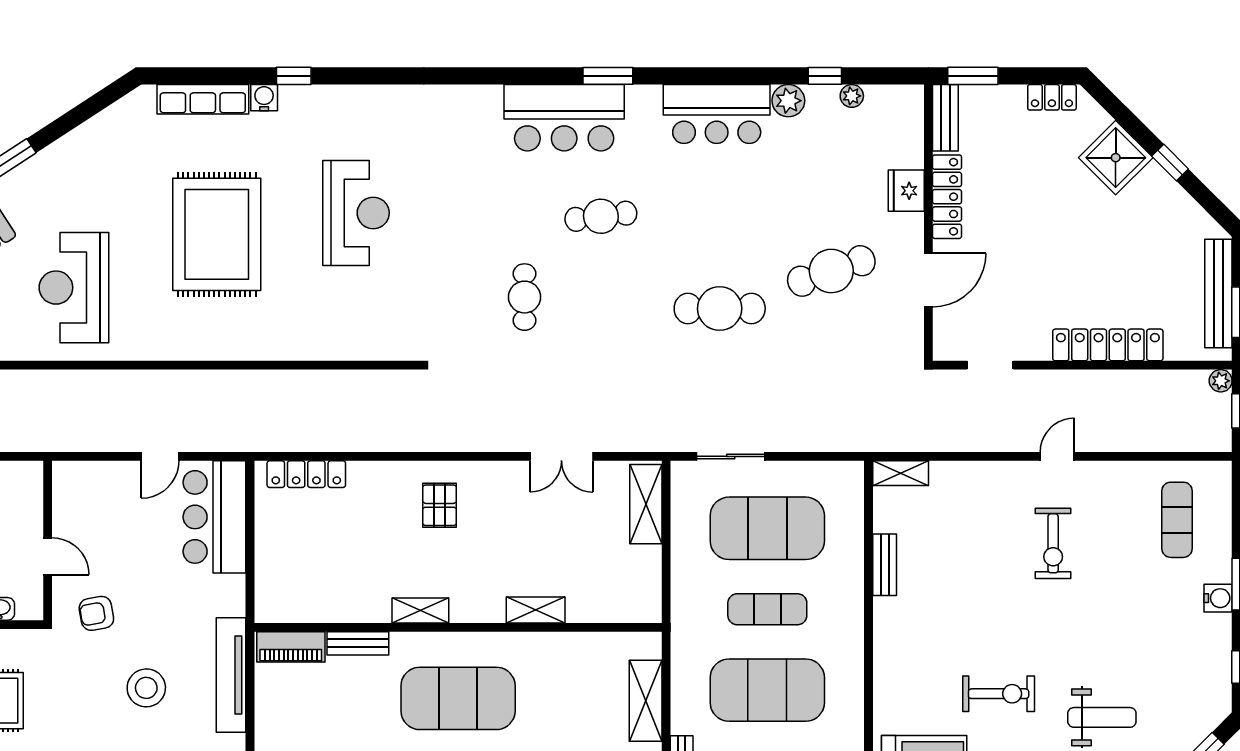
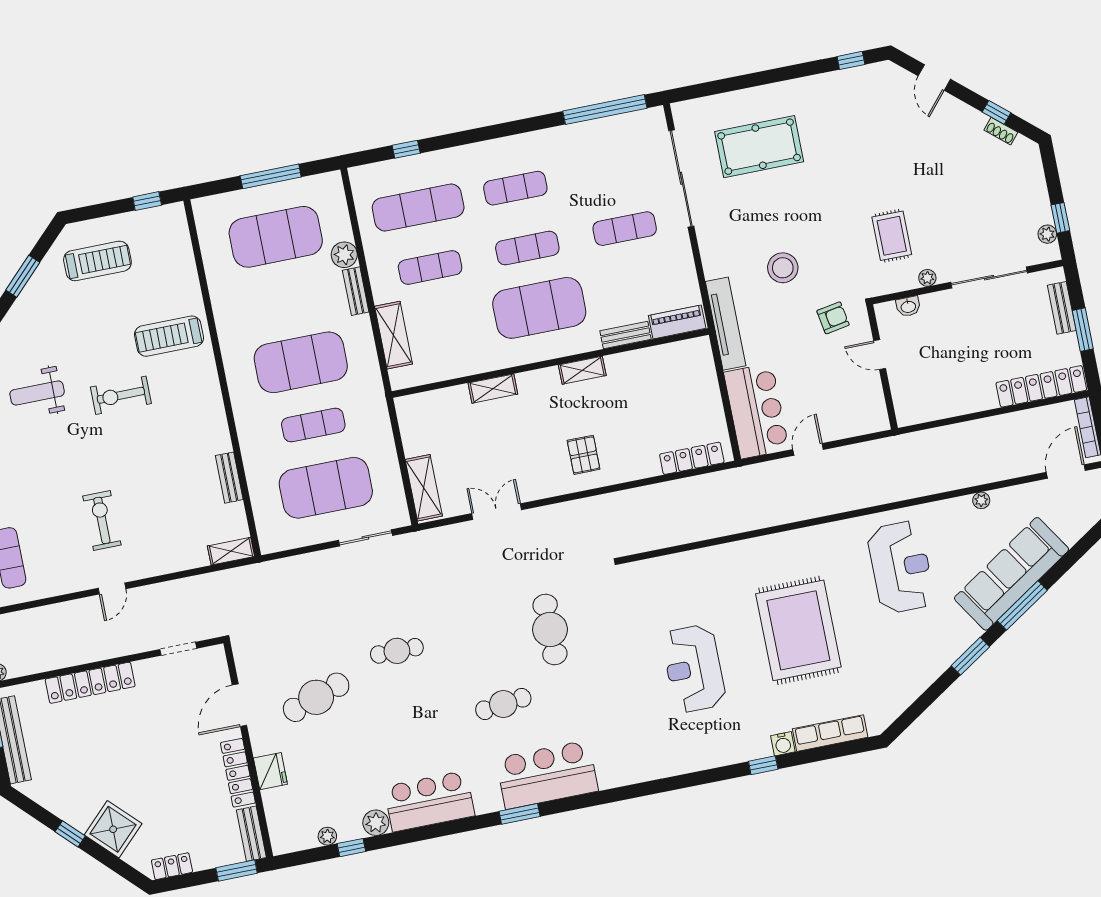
cafe table: (525, 297) -> (550, 630), width x1.37, depth x1.35
cafe table: (720, 309) -> (397, 651), width x0.73, depth x0.74
tv unit: (231, 675) -> (726, 324), moved

